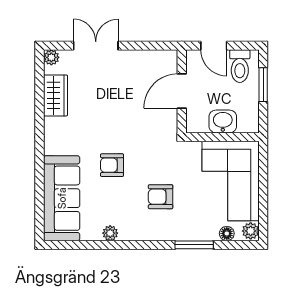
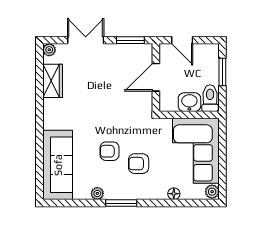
window: (151, 46) -> (130, 40), added
toilet: (240, 66) -> (210, 98), moved, turned 180
armchair: (112, 165) -> (110, 151), moved
floor lamp: (227, 233) -> (174, 194), moved
window: (194, 245) -> (121, 203), moved

